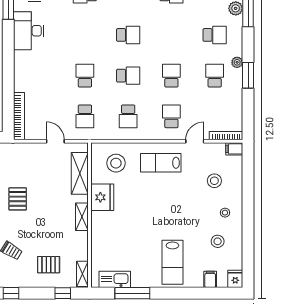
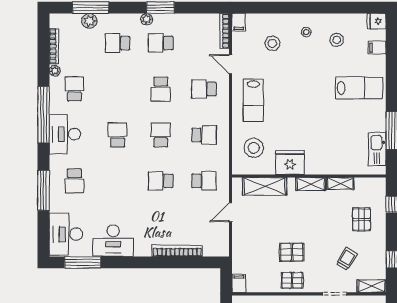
school desk: (215, 35) -> (118, 43), turned -90
school desk: (171, 76) -> (161, 89), turned -90
bookcase: (19, 116) -> (177, 251), moved
shelving: (82, 274) -> (340, 183), moved

